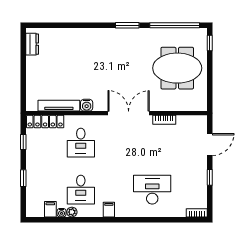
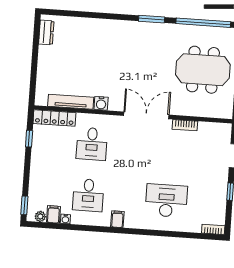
window: (23, 178) -> (24, 205), moved
plant: (72, 212) -> (40, 216), moved

